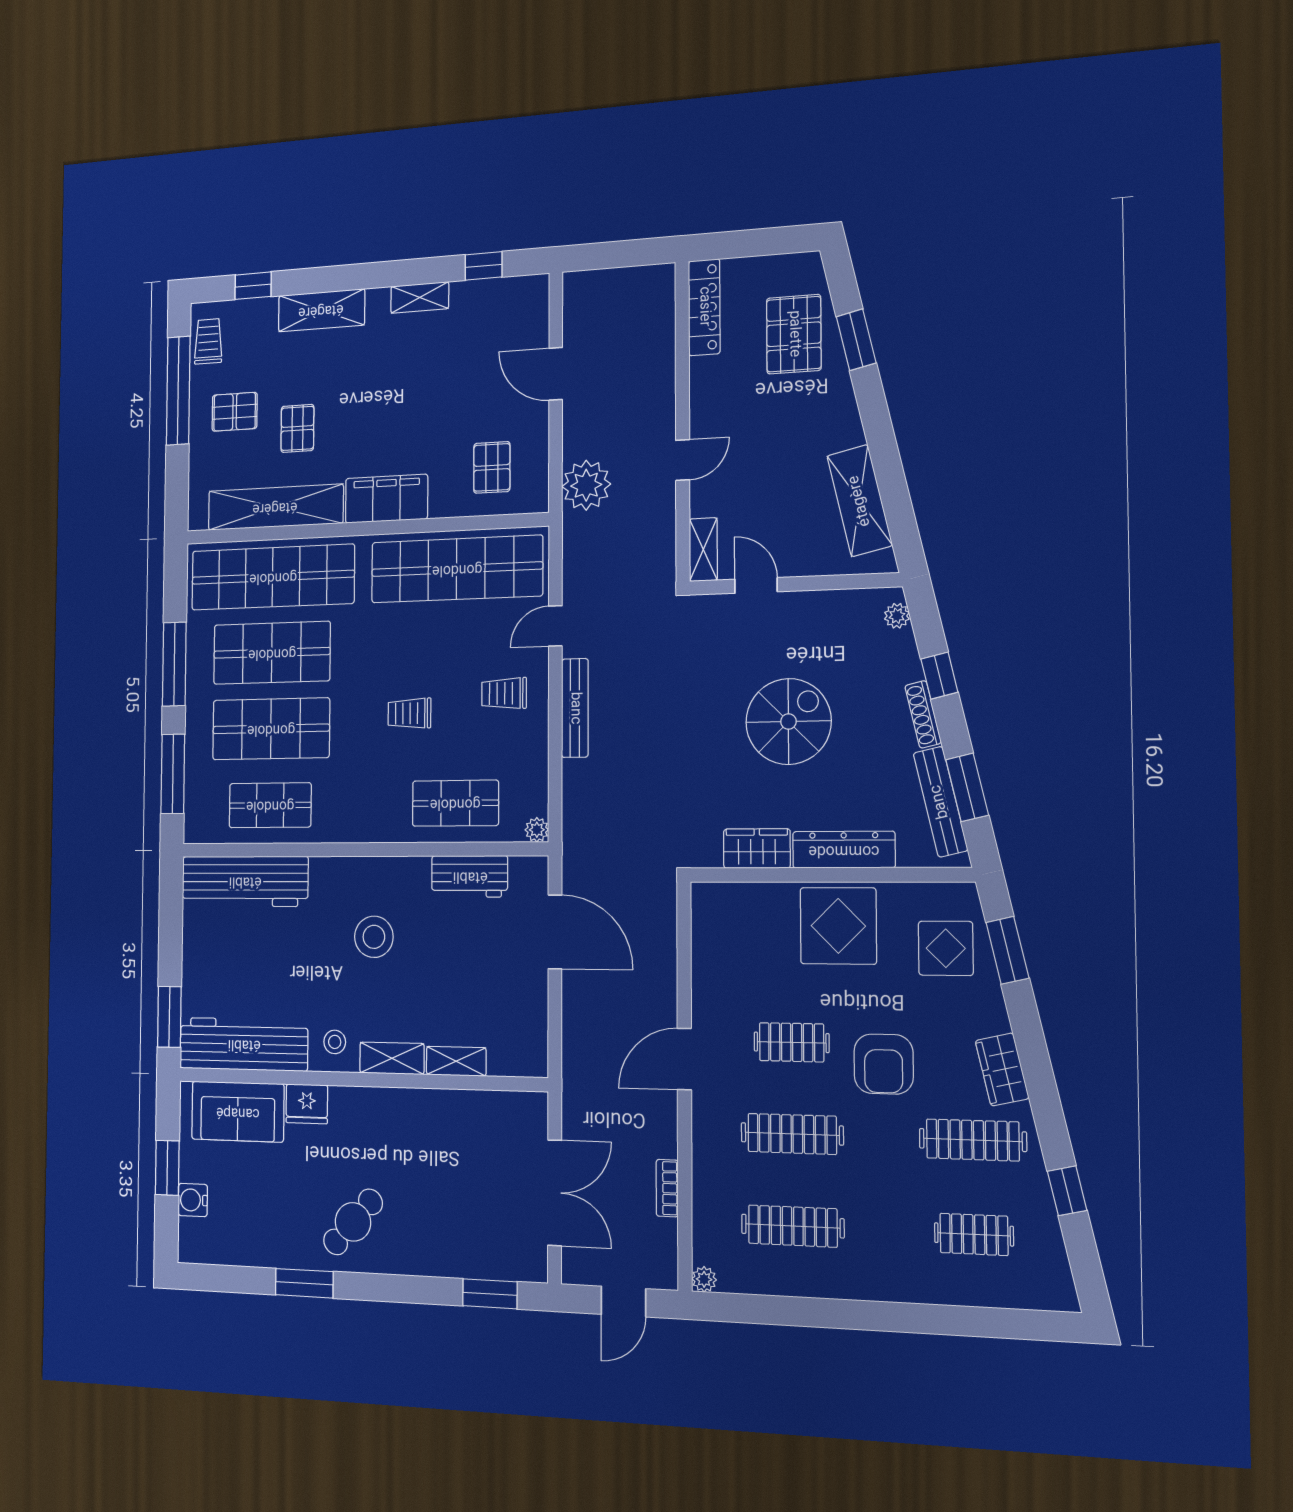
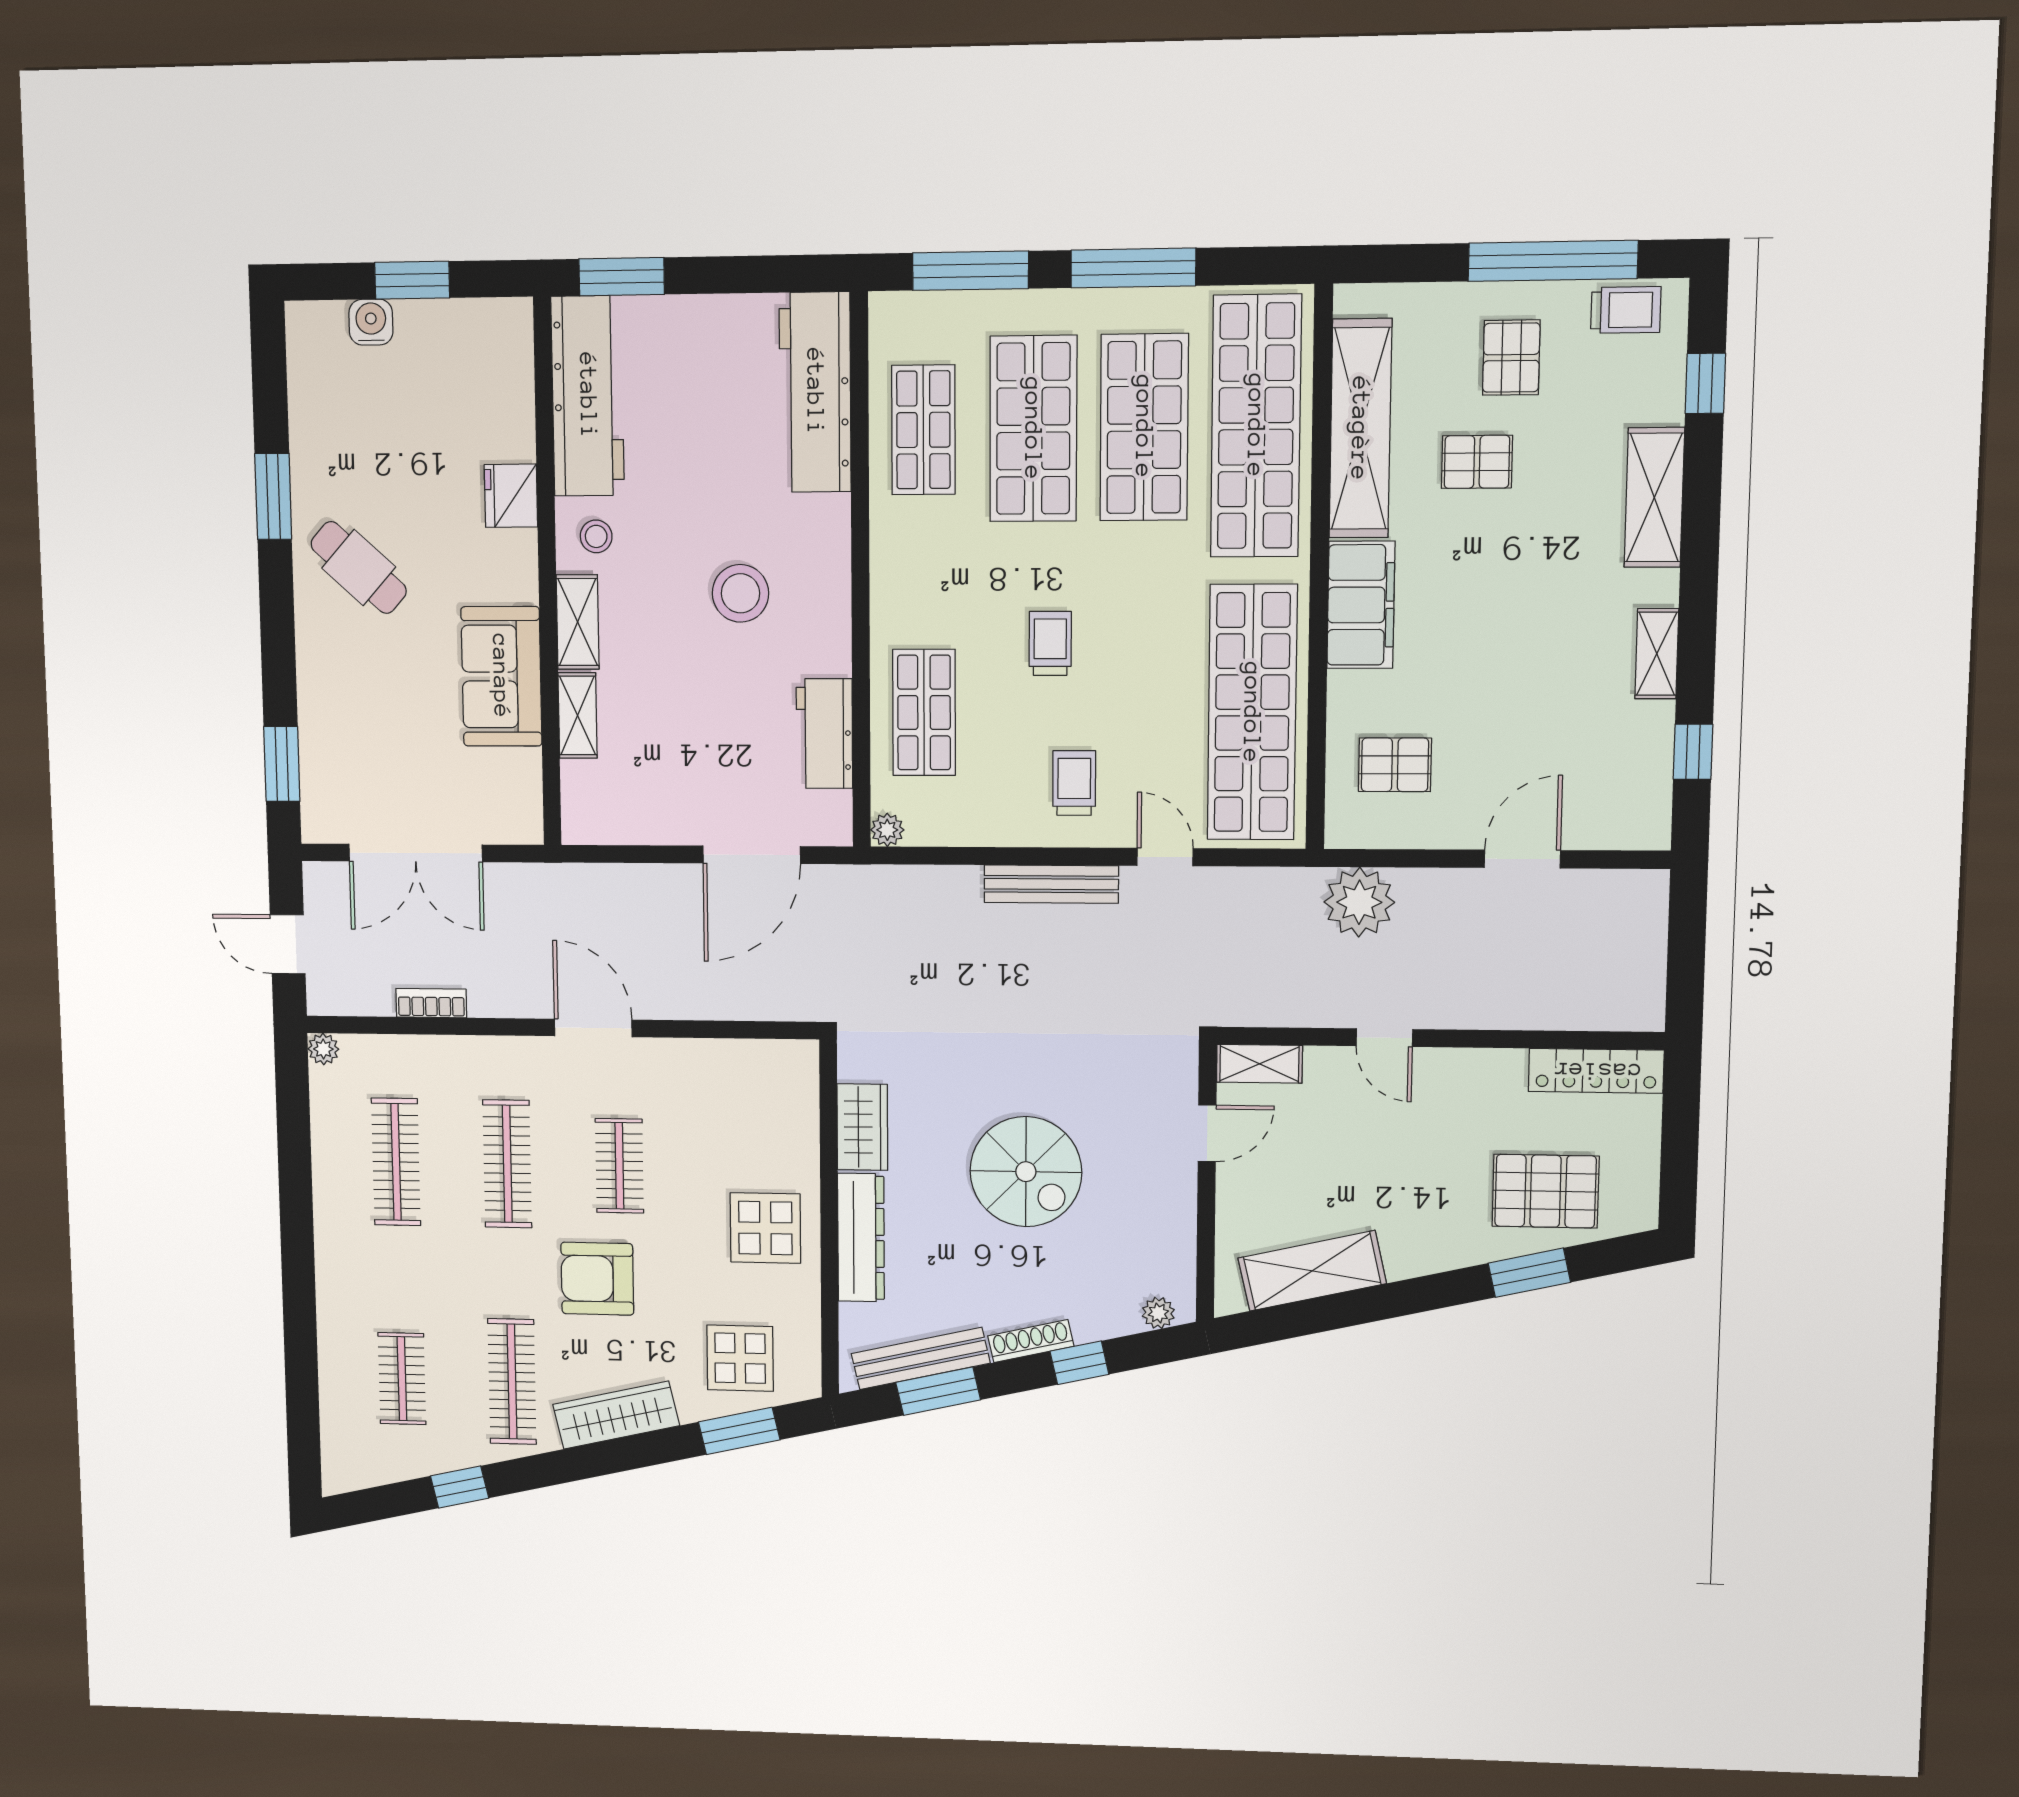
display table: (838, 926) -> (765, 1228), width x0.73, depth x0.73
wardrobe: (1002, 1069) -> (616, 1415), width x1.50
sofa: (238, 1112) -> (501, 676), moved

